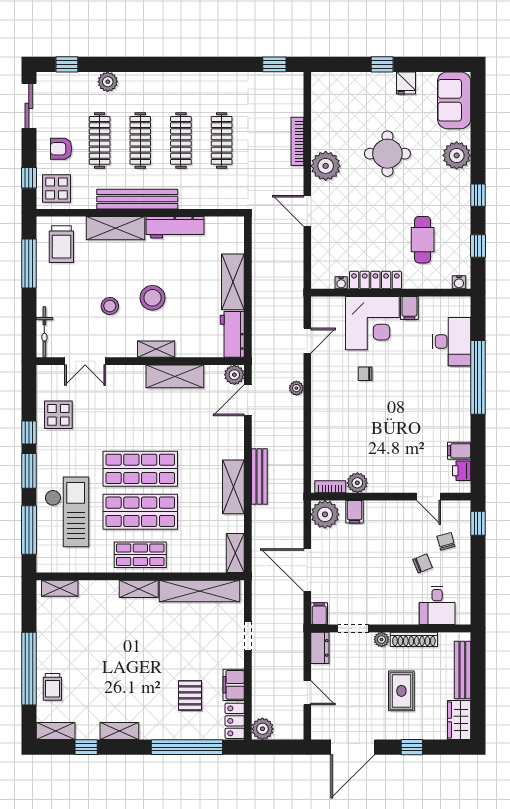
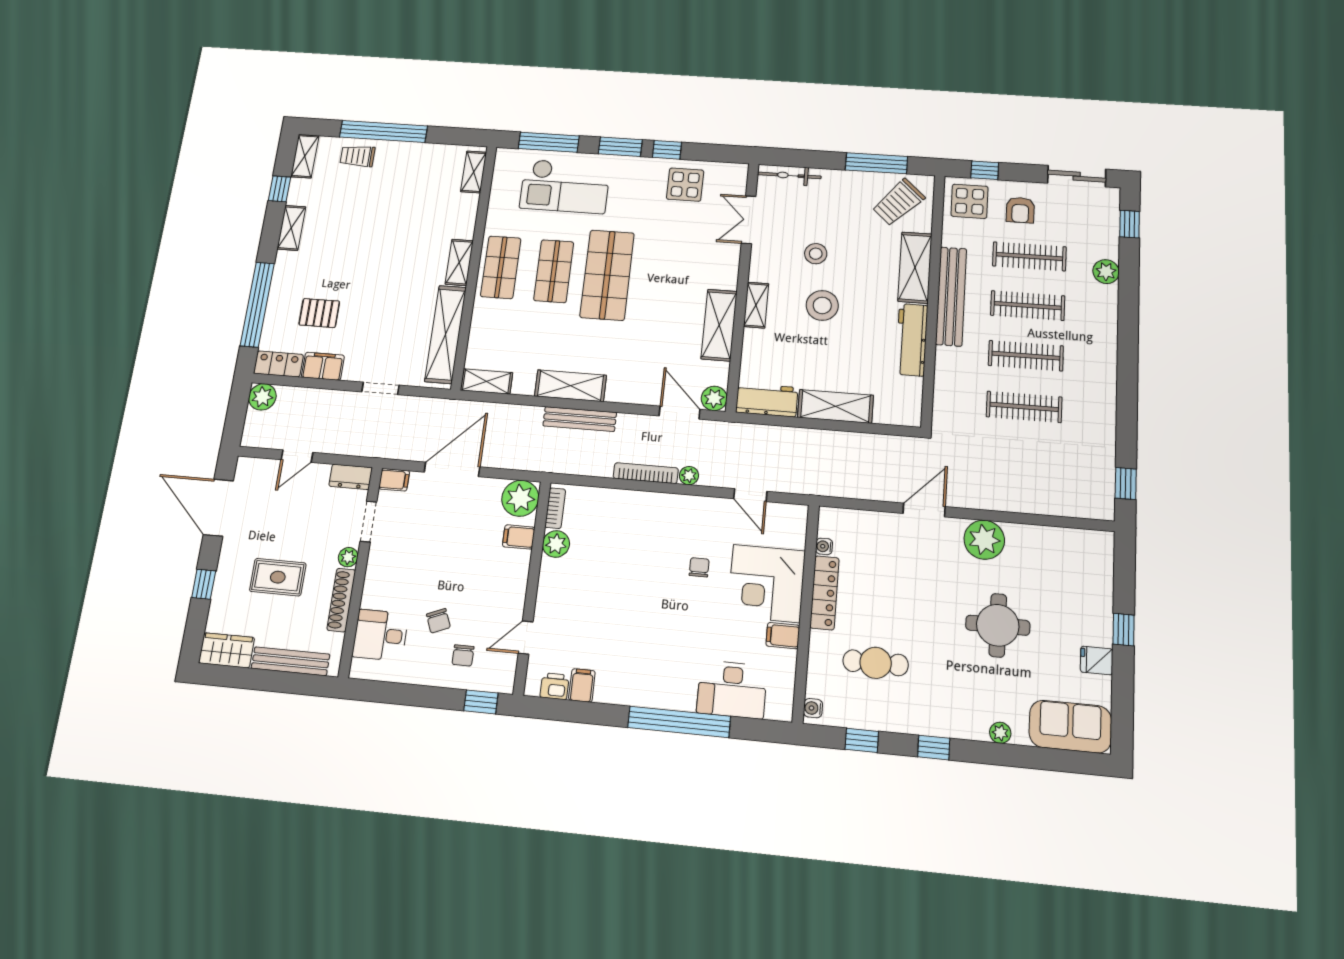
bookcase: (297, 141) -> (646, 473), moved
armchair: (61, 149) -> (1020, 210), turned 180
plant: (457, 155) -> (1000, 733), width x0.53, depth x0.53
trolley: (61, 244) -> (898, 202), turned -47
shop shelf: (140, 512) -> (554, 271), width x0.70, depth x0.74
chair: (446, 541) -> (463, 655), turned 105

